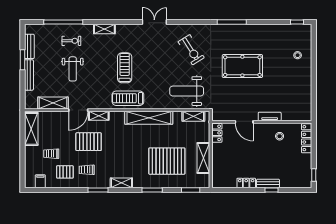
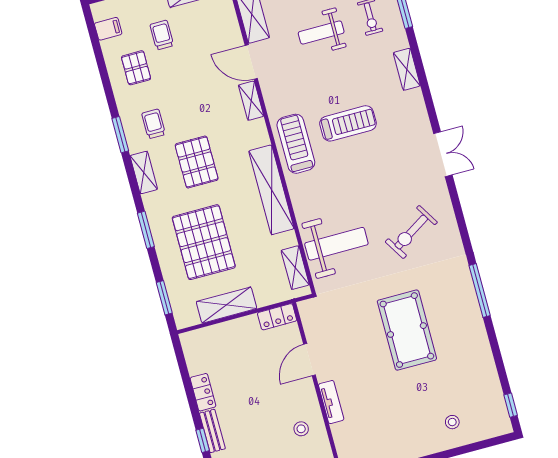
weight bench: (187, 91) -> (336, 244), turned 90
pallet: (89, 142) -> (197, 162), moved
trolley: (87, 170) -> (154, 124), moved

